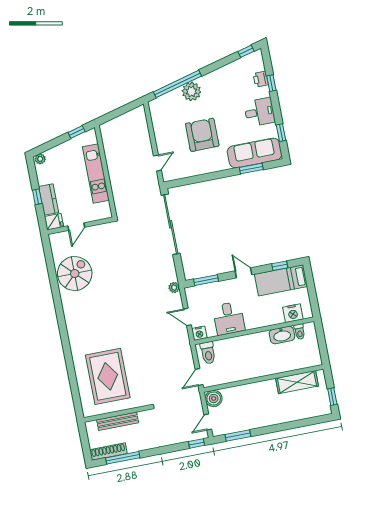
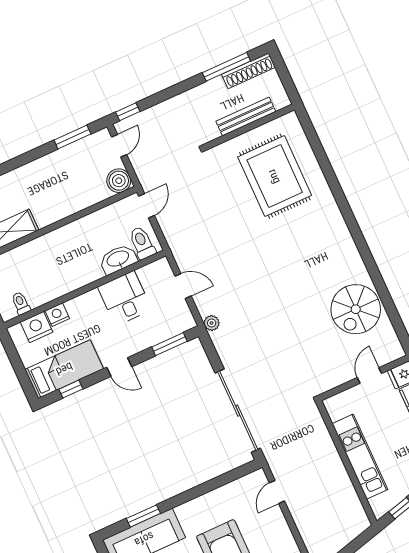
nightstand: (199, 333) -> (57, 315), moved
washbasin: (282, 335) -> (118, 259), moved

